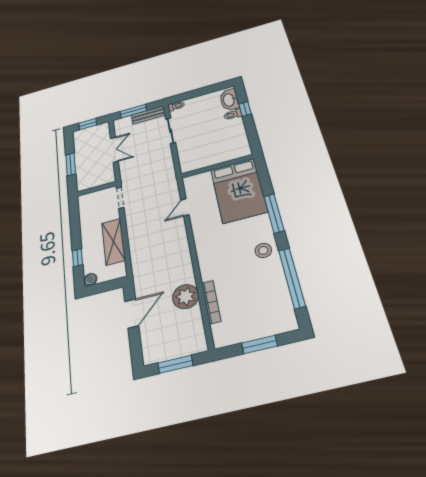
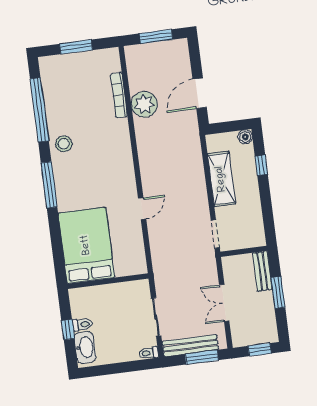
bench: (148, 115) -> (190, 346), width x1.36
wall: (217, 166) -> (108, 281), moved
bench: (82, 177) -> (262, 271), added
bed: (239, 190) -> (86, 245), moved

